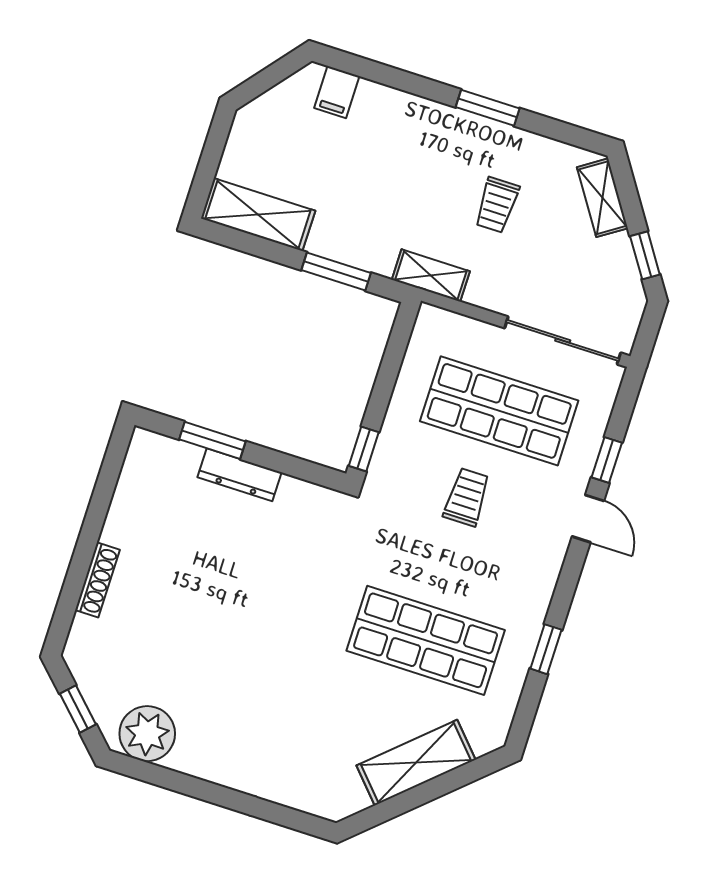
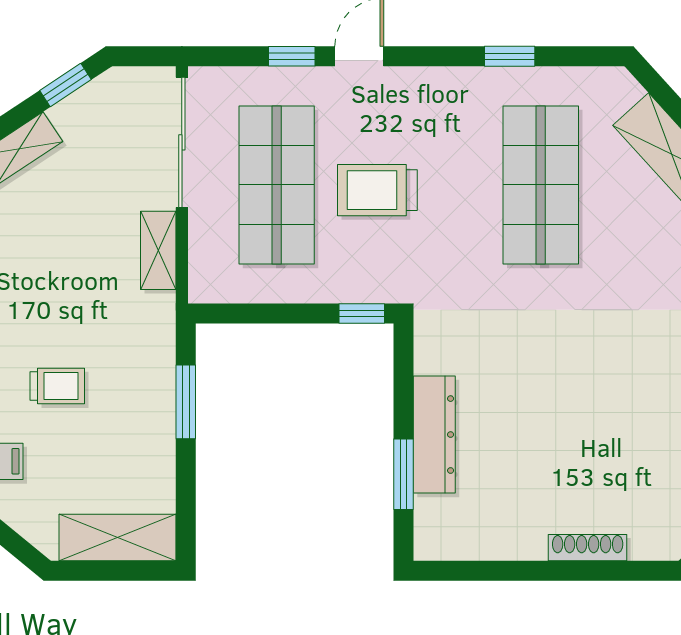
trolley: (497, 205) -> (57, 386), moved
shelving: (258, 215) -> (118, 537), moved, turned 90
shelving: (431, 276) -> (158, 250), moved
dresser: (240, 475) -> (434, 435), width x1.37, depth x1.24
trolley: (467, 497) -> (377, 190), width x1.36, depth x1.39

